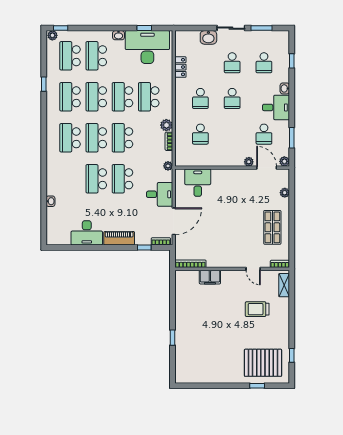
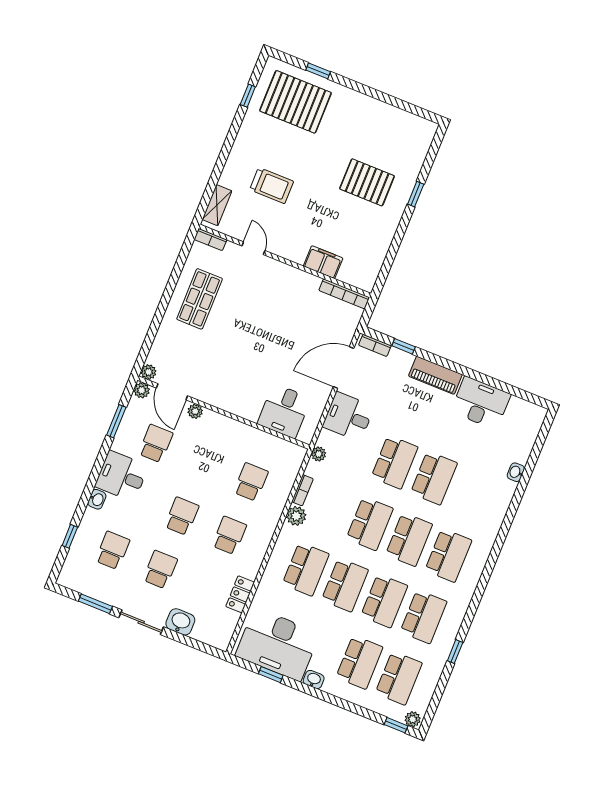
plant: (285, 193) -> (149, 372), moved
pallet: (203, 333) -> (367, 182), added

